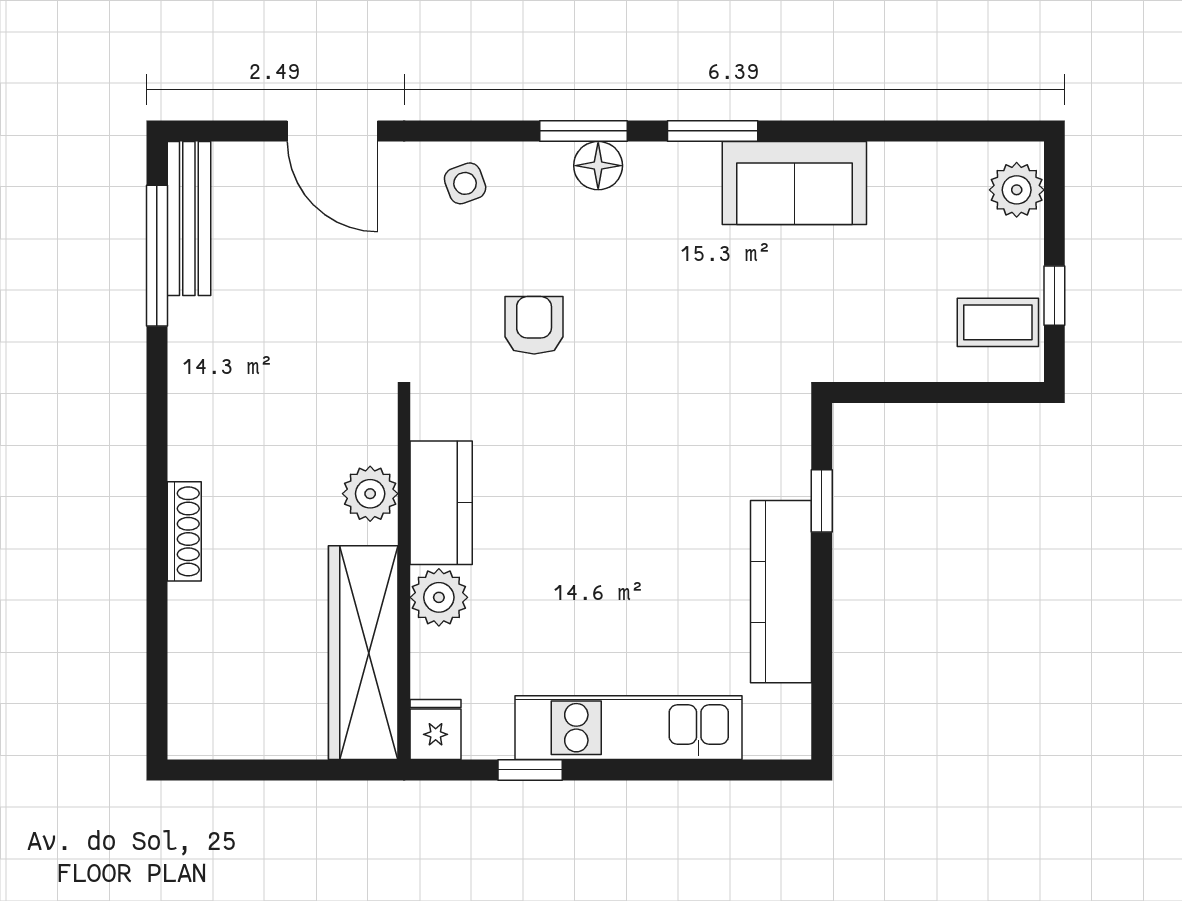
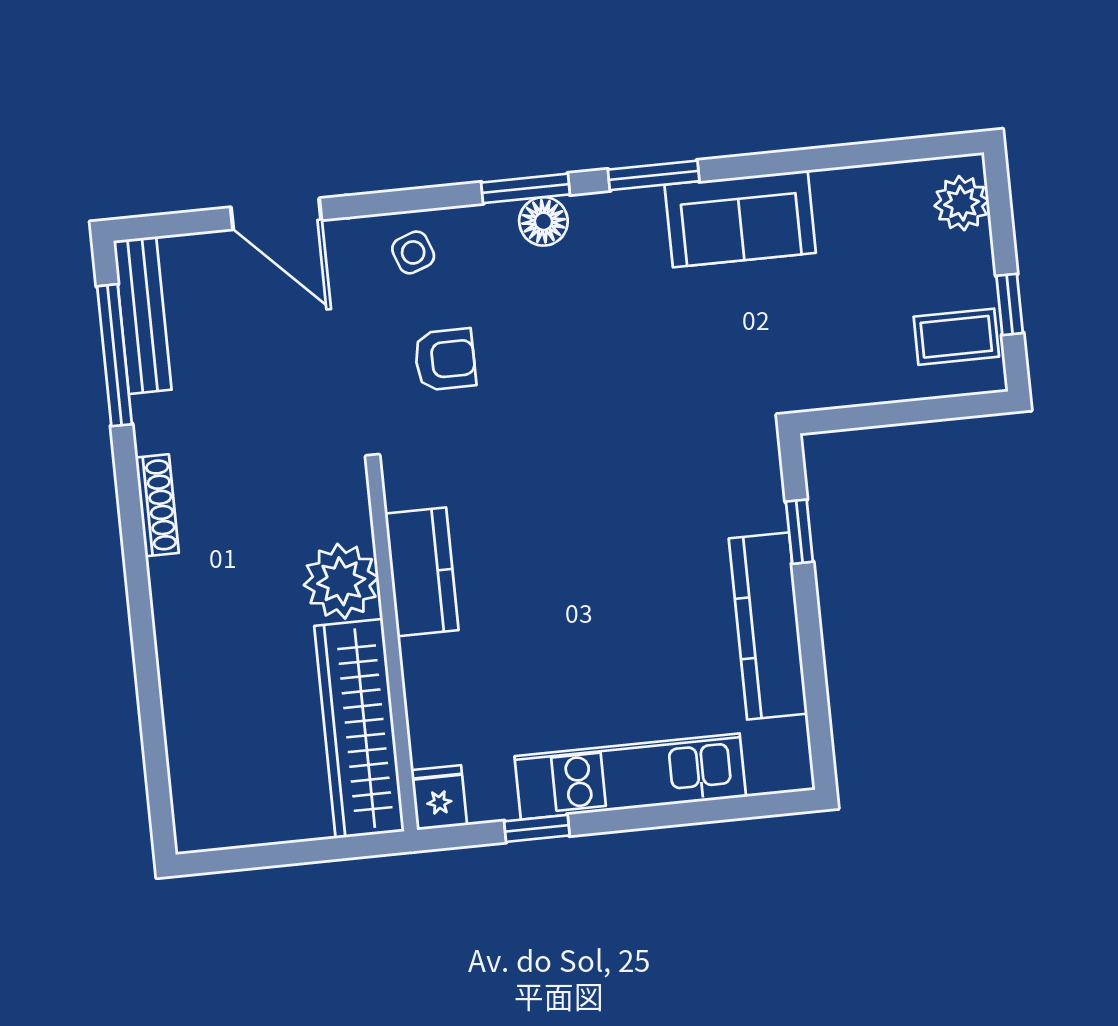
armchair: (534, 325) -> (445, 359), moved, turned 90
plant: (370, 494) -> (341, 581), width x1.36, depth x1.36
shoe rack: (184, 531) -> (157, 505), moved
plant: (439, 597) -> (429, 666), removed

